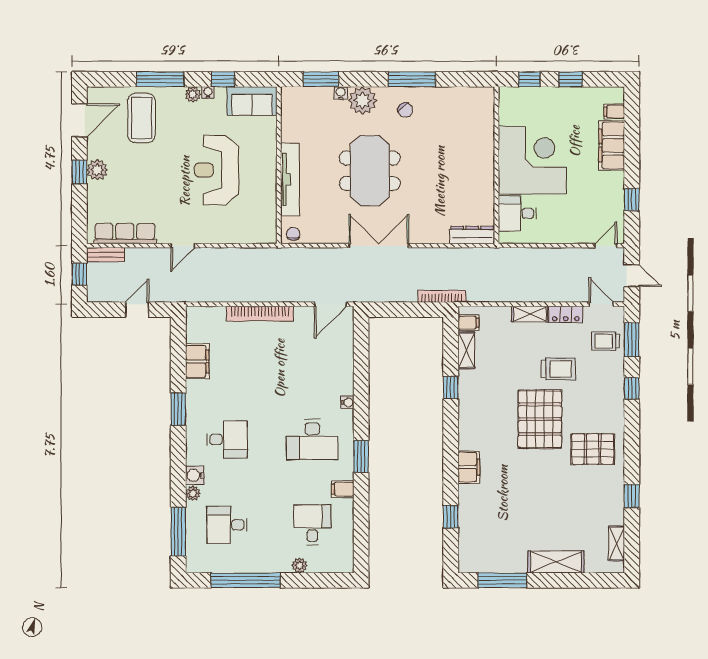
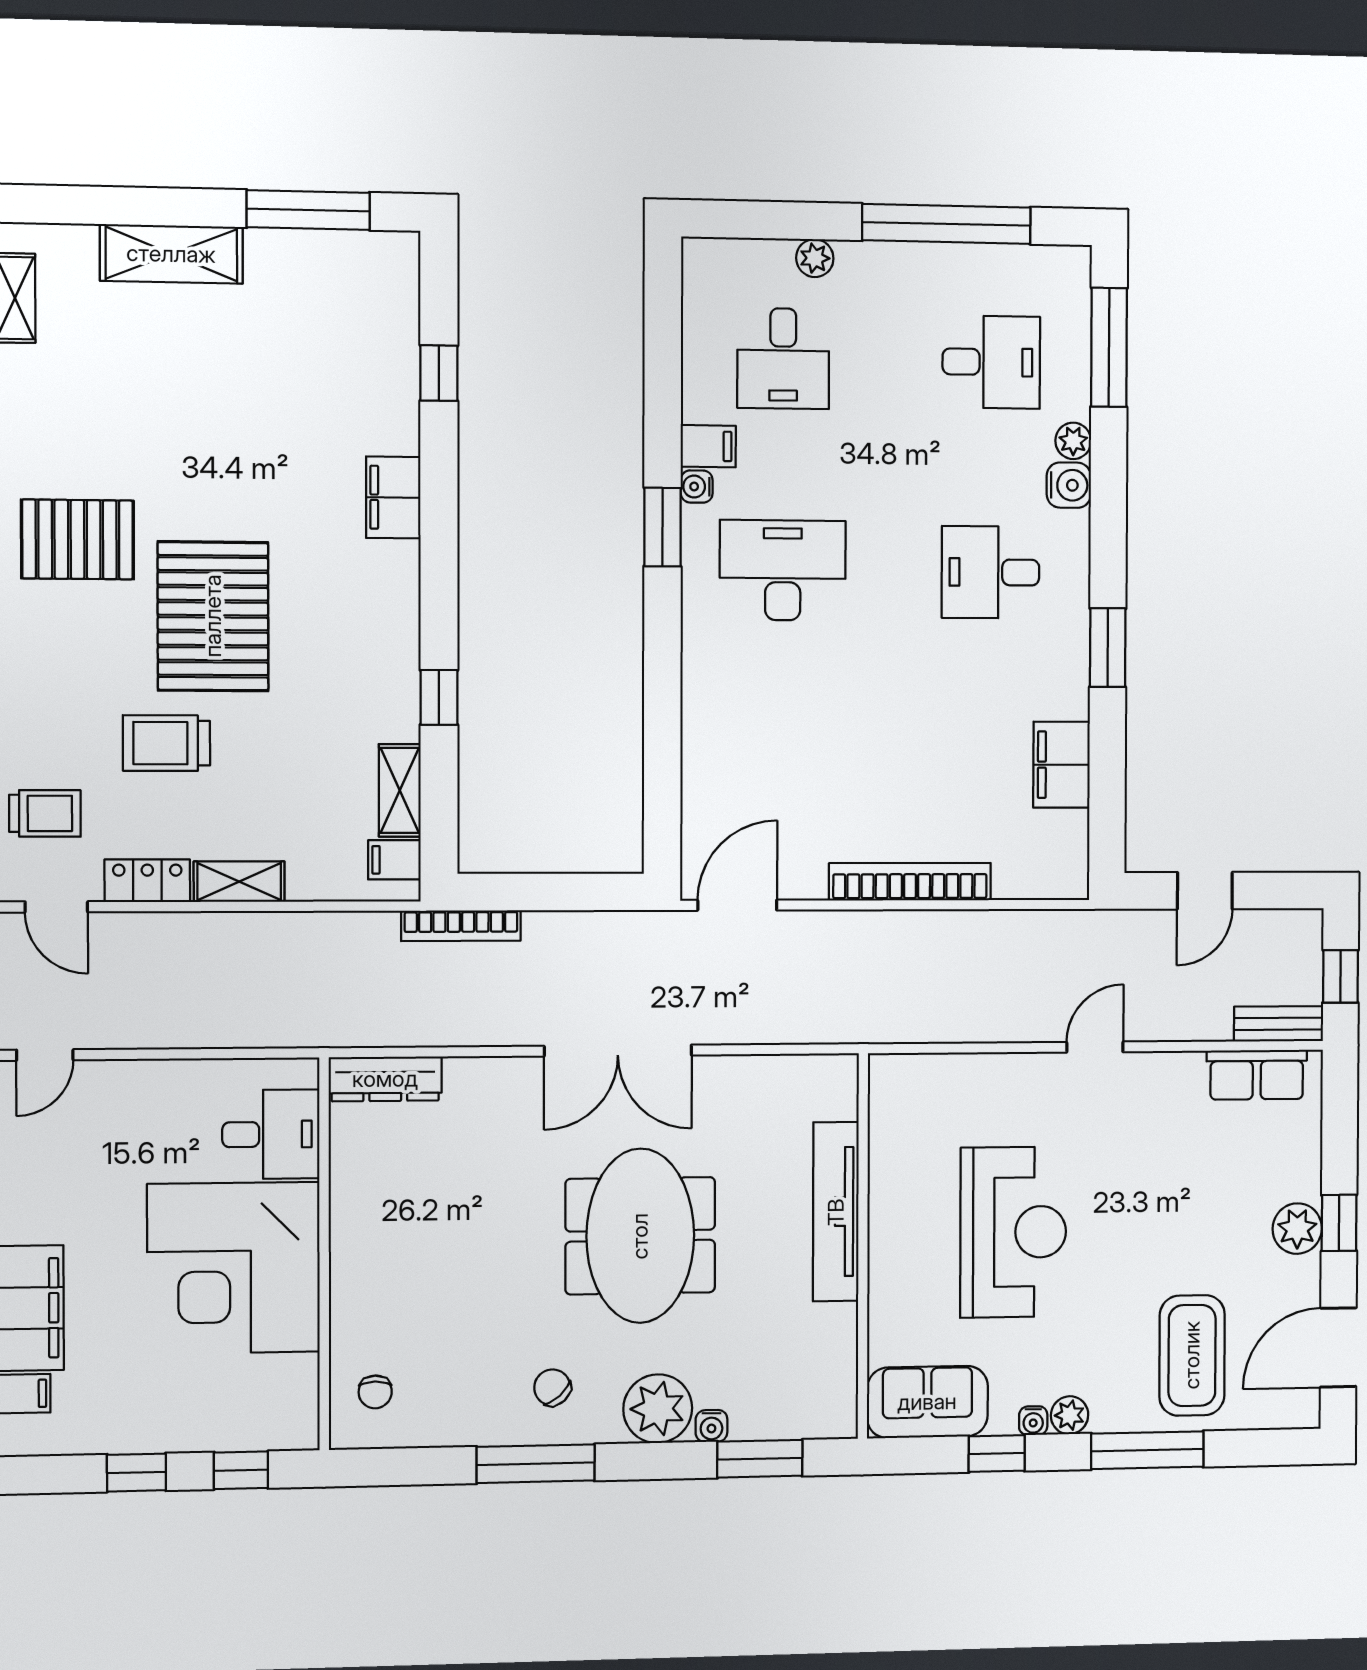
row of seats: (125, 234) -> (1257, 1075), width x0.68
chair: (293, 234) -> (375, 1392), moved
water cooler: (347, 402) -> (697, 487), moved

